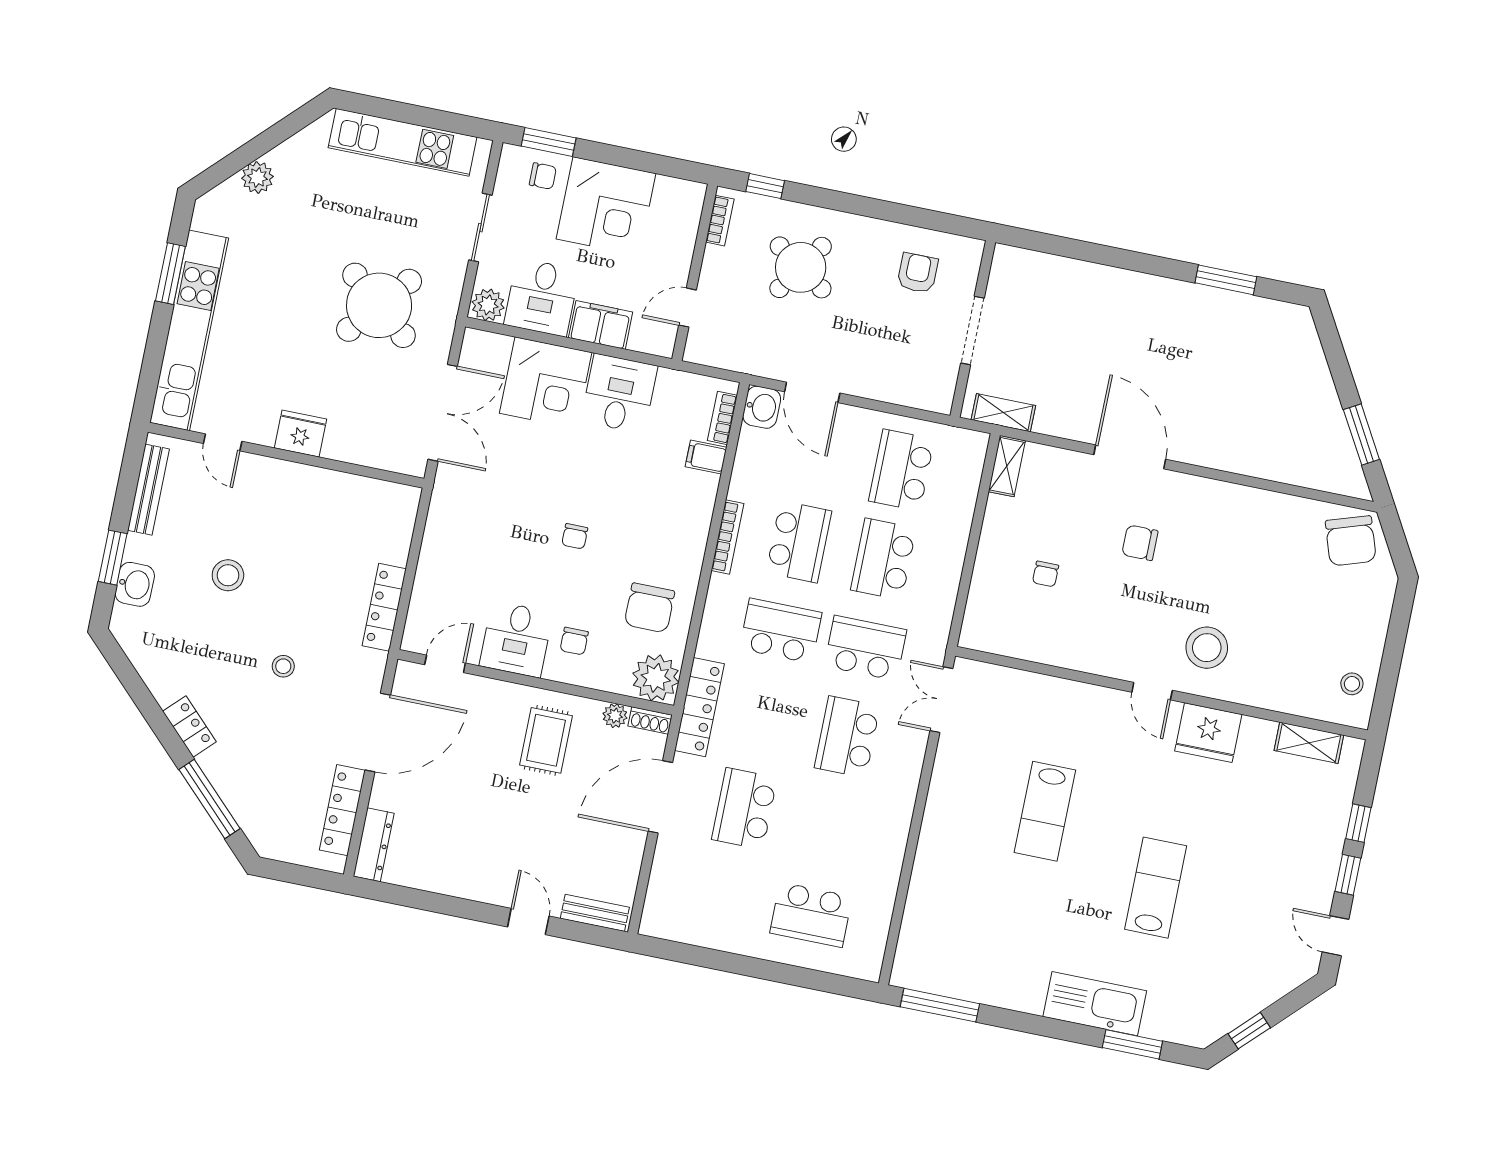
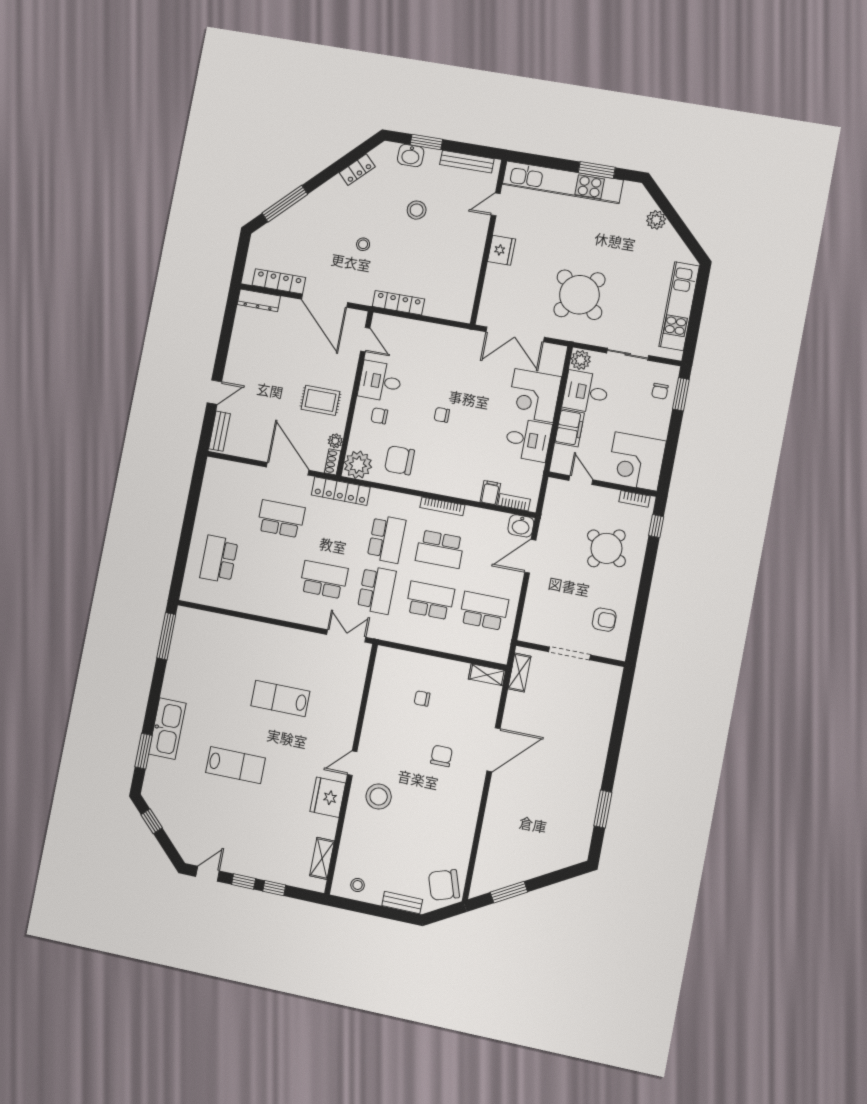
corner desk: (606, 206) -> (636, 461), moved
bench: (1380, 610) -> (402, 903), added
locker: (189, 727) -> (357, 170), moved

